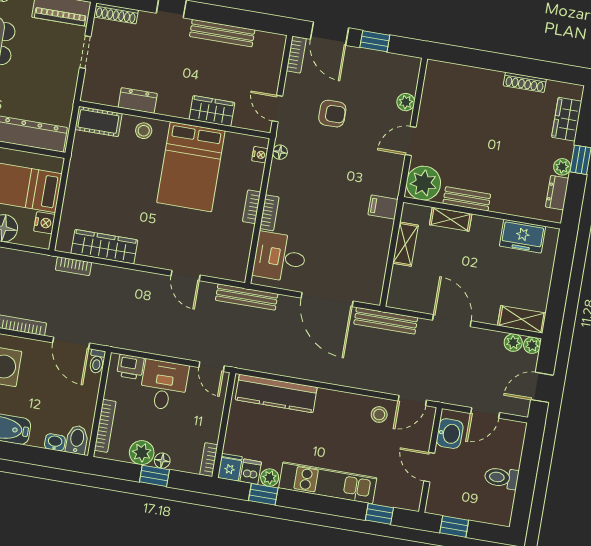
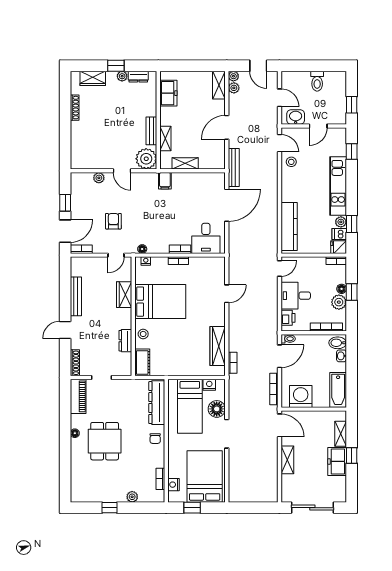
bench: (247, 297) -> (234, 254), removed

